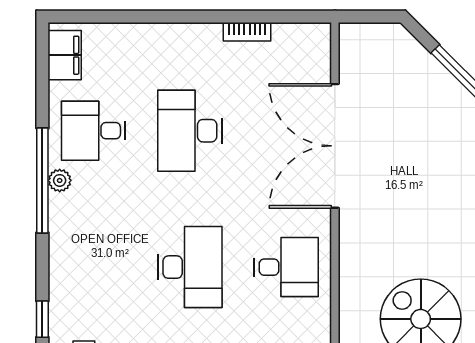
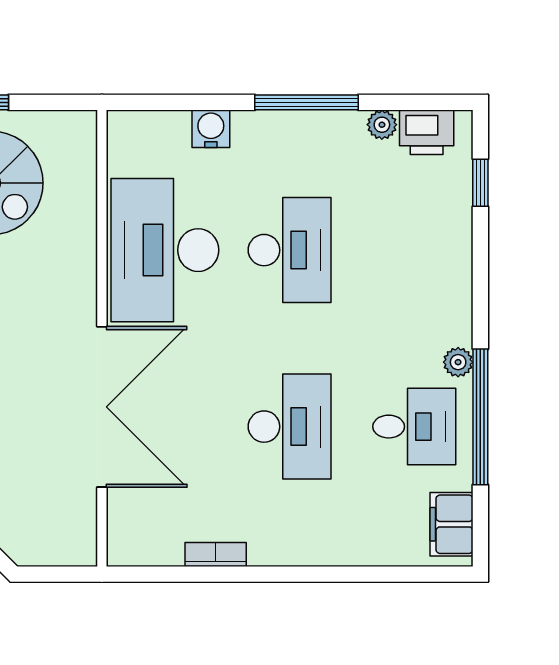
window: (42, 180) -> (480, 417), moved
desk: (190, 267) -> (290, 250), turned 180
desk: (286, 267) -> (165, 250), width x1.87, depth x1.30

